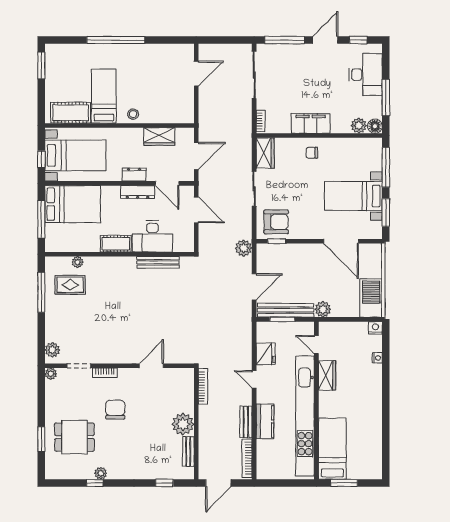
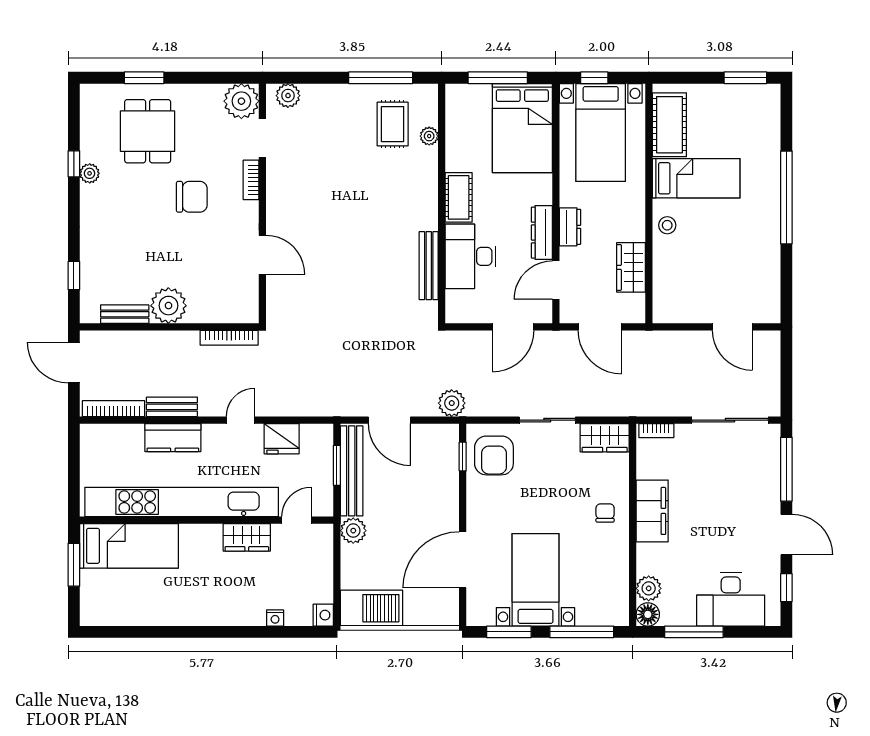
plant: (51, 374) -> (241, 101), width x1.87, depth x1.87

